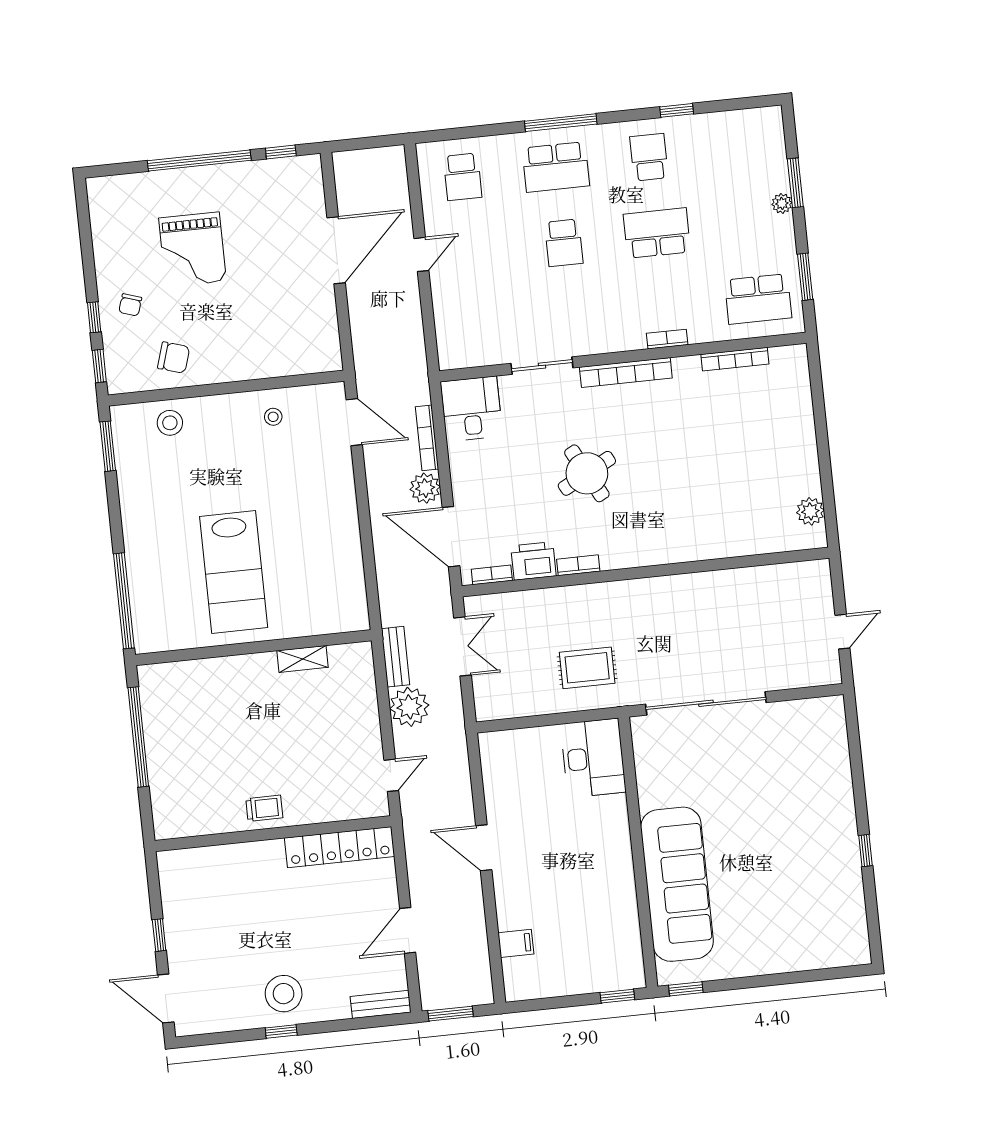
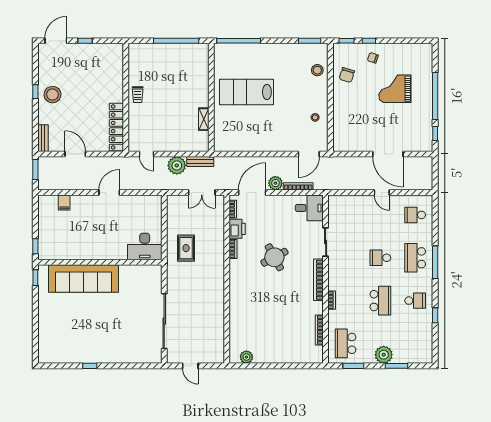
plant: (782, 203) -> (384, 355), width x1.88, depth x1.88
sliding door: (706, 703) -> (164, 321), moved

